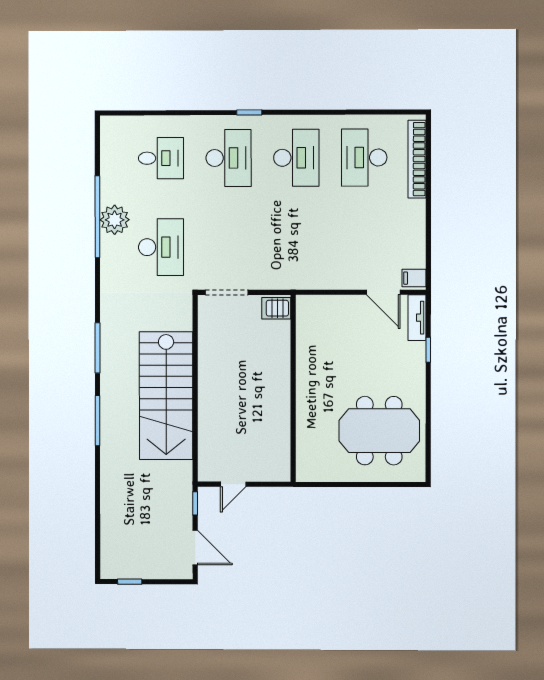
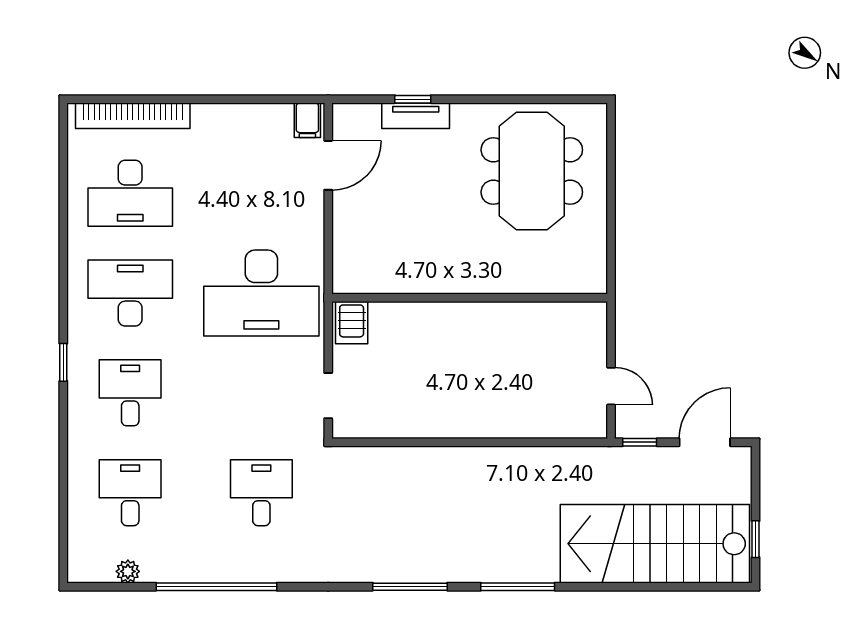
desk: (229, 158) -> (130, 393), width x0.73
plant: (115, 220) -> (128, 571), moved, width x0.53, depth x0.53
desk: (161, 247) -> (261, 493), width x0.73
desk: (296, 247) -> (261, 293), added
doorway: (227, 292) -> (328, 396), width x0.73
tv unit: (417, 318) -> (416, 116), moved
stairs: (166, 396) -> (655, 544), moved, turned 180

